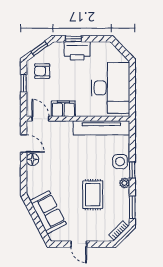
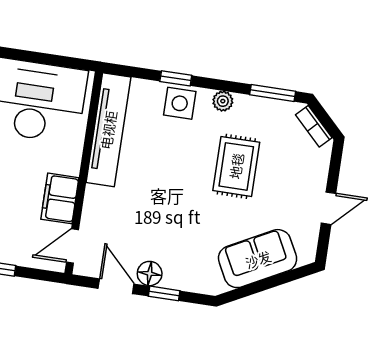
door: (24, 144) -> (116, 286), hinge flipped
window: (24, 168) -> (164, 293), added
window: (132, 170) -> (176, 78), moved
rug: (93, 195) -> (236, 166), turned 90

